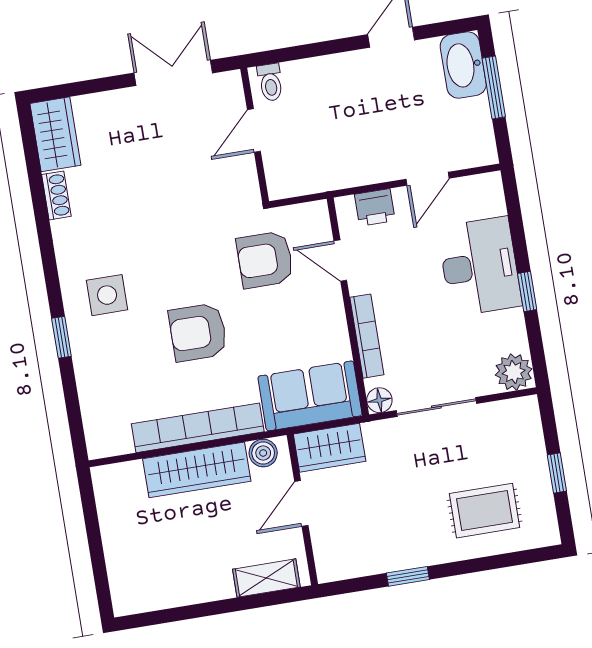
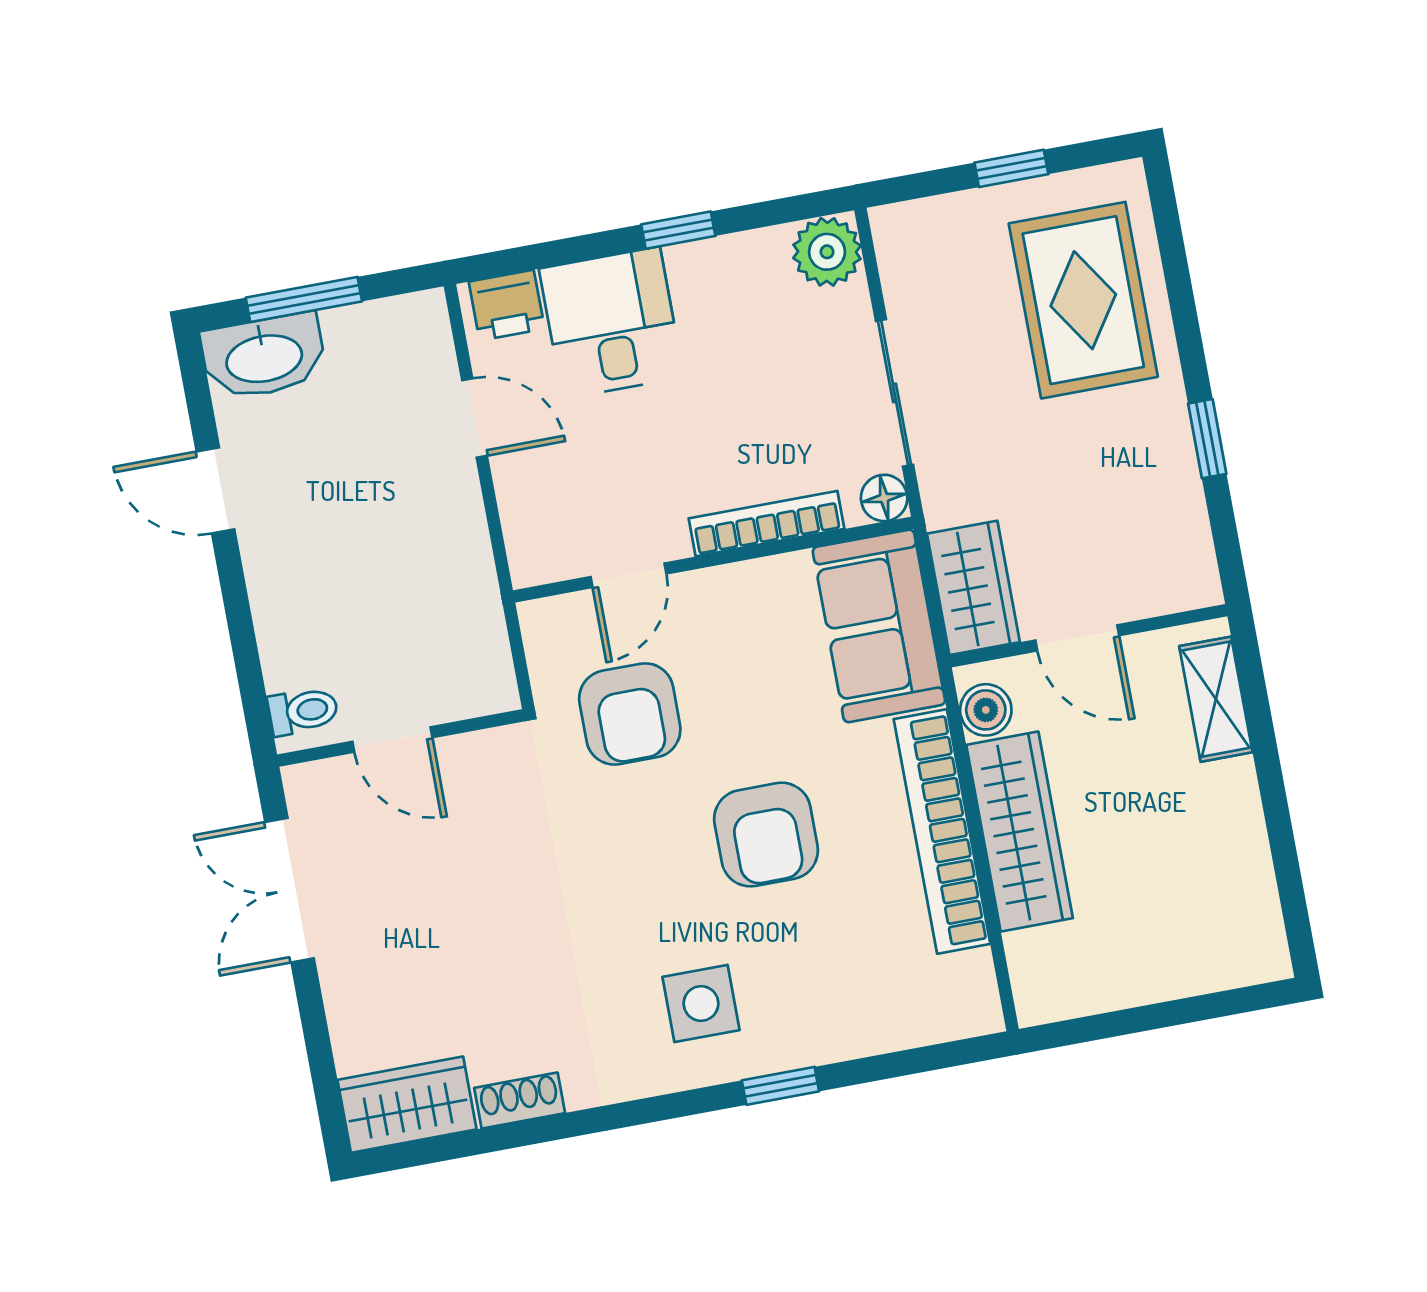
printer: (375, 207) -> (507, 305), moved, turned 90
desk: (480, 266) -> (611, 323), width x0.73
rug: (485, 511) -> (1083, 300), width x1.36, depth x1.43

